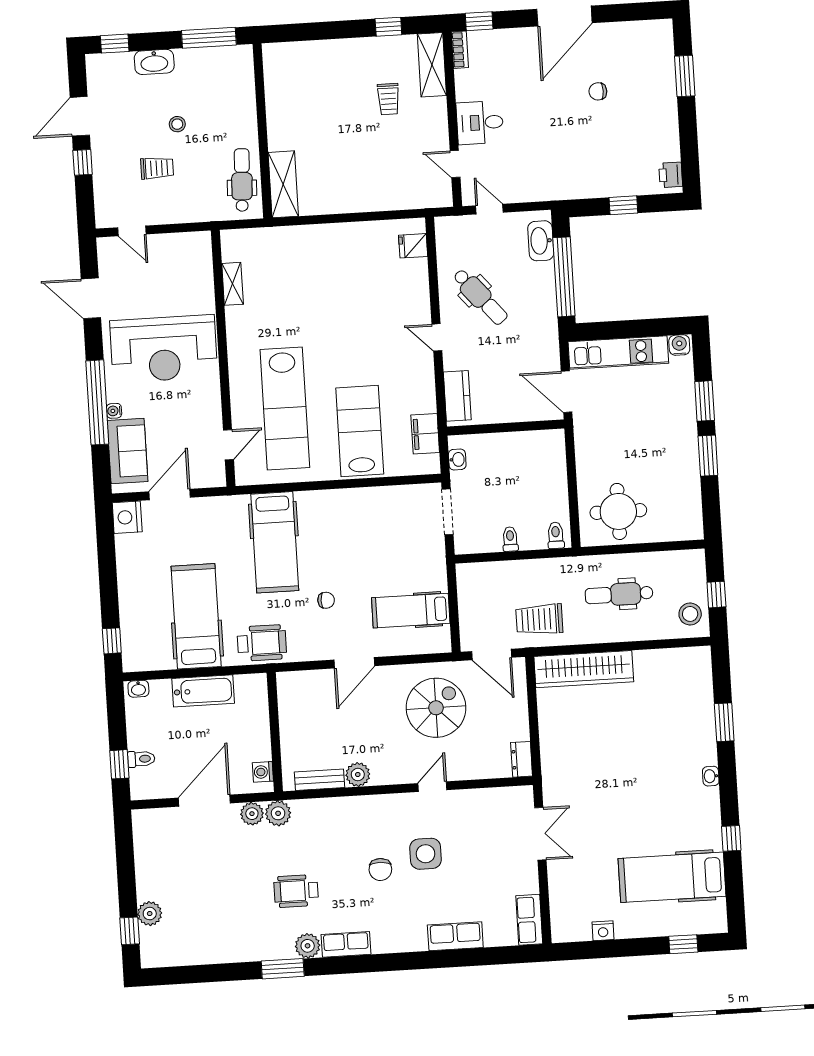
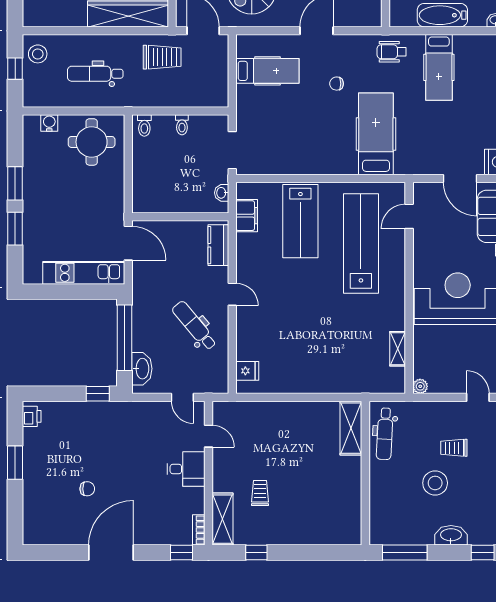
window: (685, 76) -> (15, 463), moved
stool: (177, 124) -> (435, 483), width x1.89, depth x1.89
window: (623, 205) -> (98, 394), moved
plant: (202, 240) -> (420, 386), added
water cooler: (679, 345) -> (49, 123), moved, turned 180
door: (170, 495) -> (460, 178), hinge flipped
dental chair: (619, 594) -> (95, 74), turned 180
hospital bed: (196, 616) -> (439, 67), width x0.73, depth x0.78
wheelchair: (262, 643) -> (392, 52), width x0.73, depth x0.73

